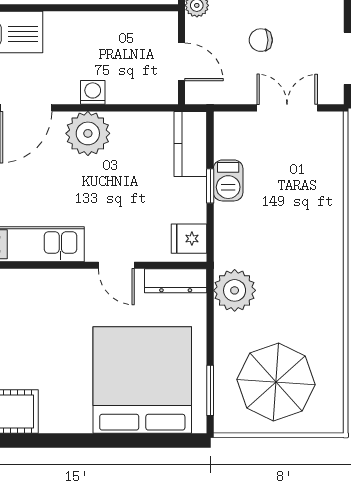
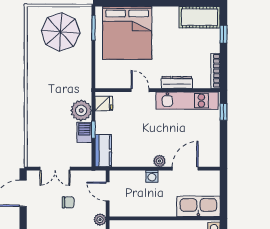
plant: (88, 133) -> (159, 161), width x0.53, depth x0.53
dresser: (176, 281) -> (177, 82), moved
plant: (235, 290) -> (81, 110), moved

